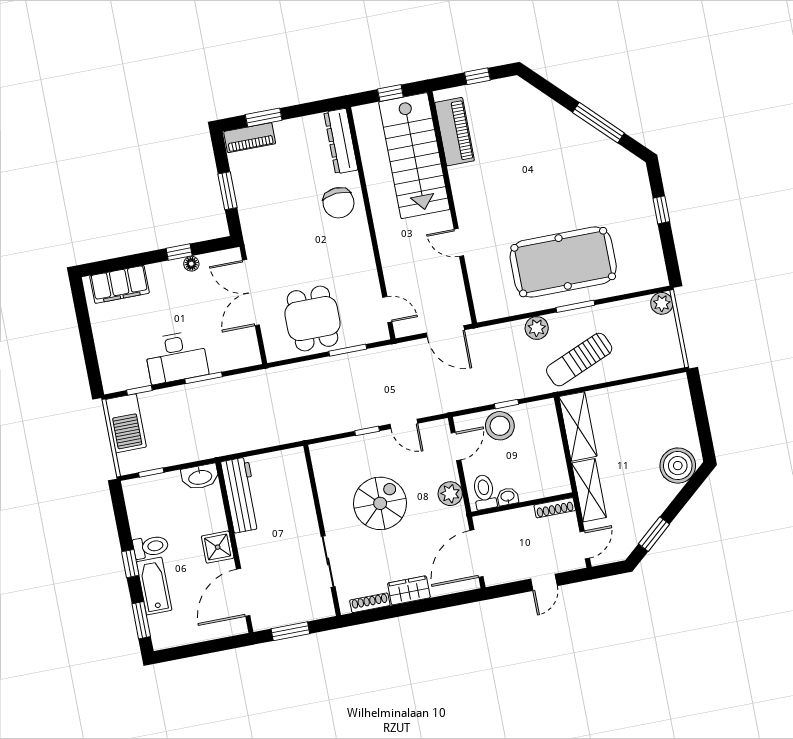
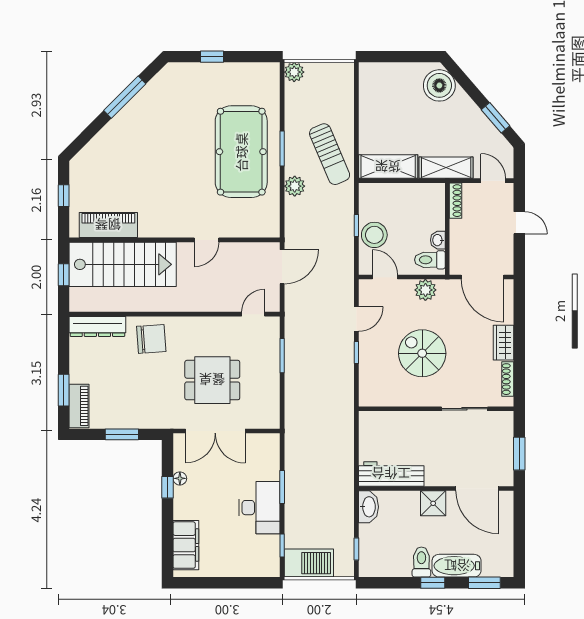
dining table: (312, 319) -> (212, 380), moved

